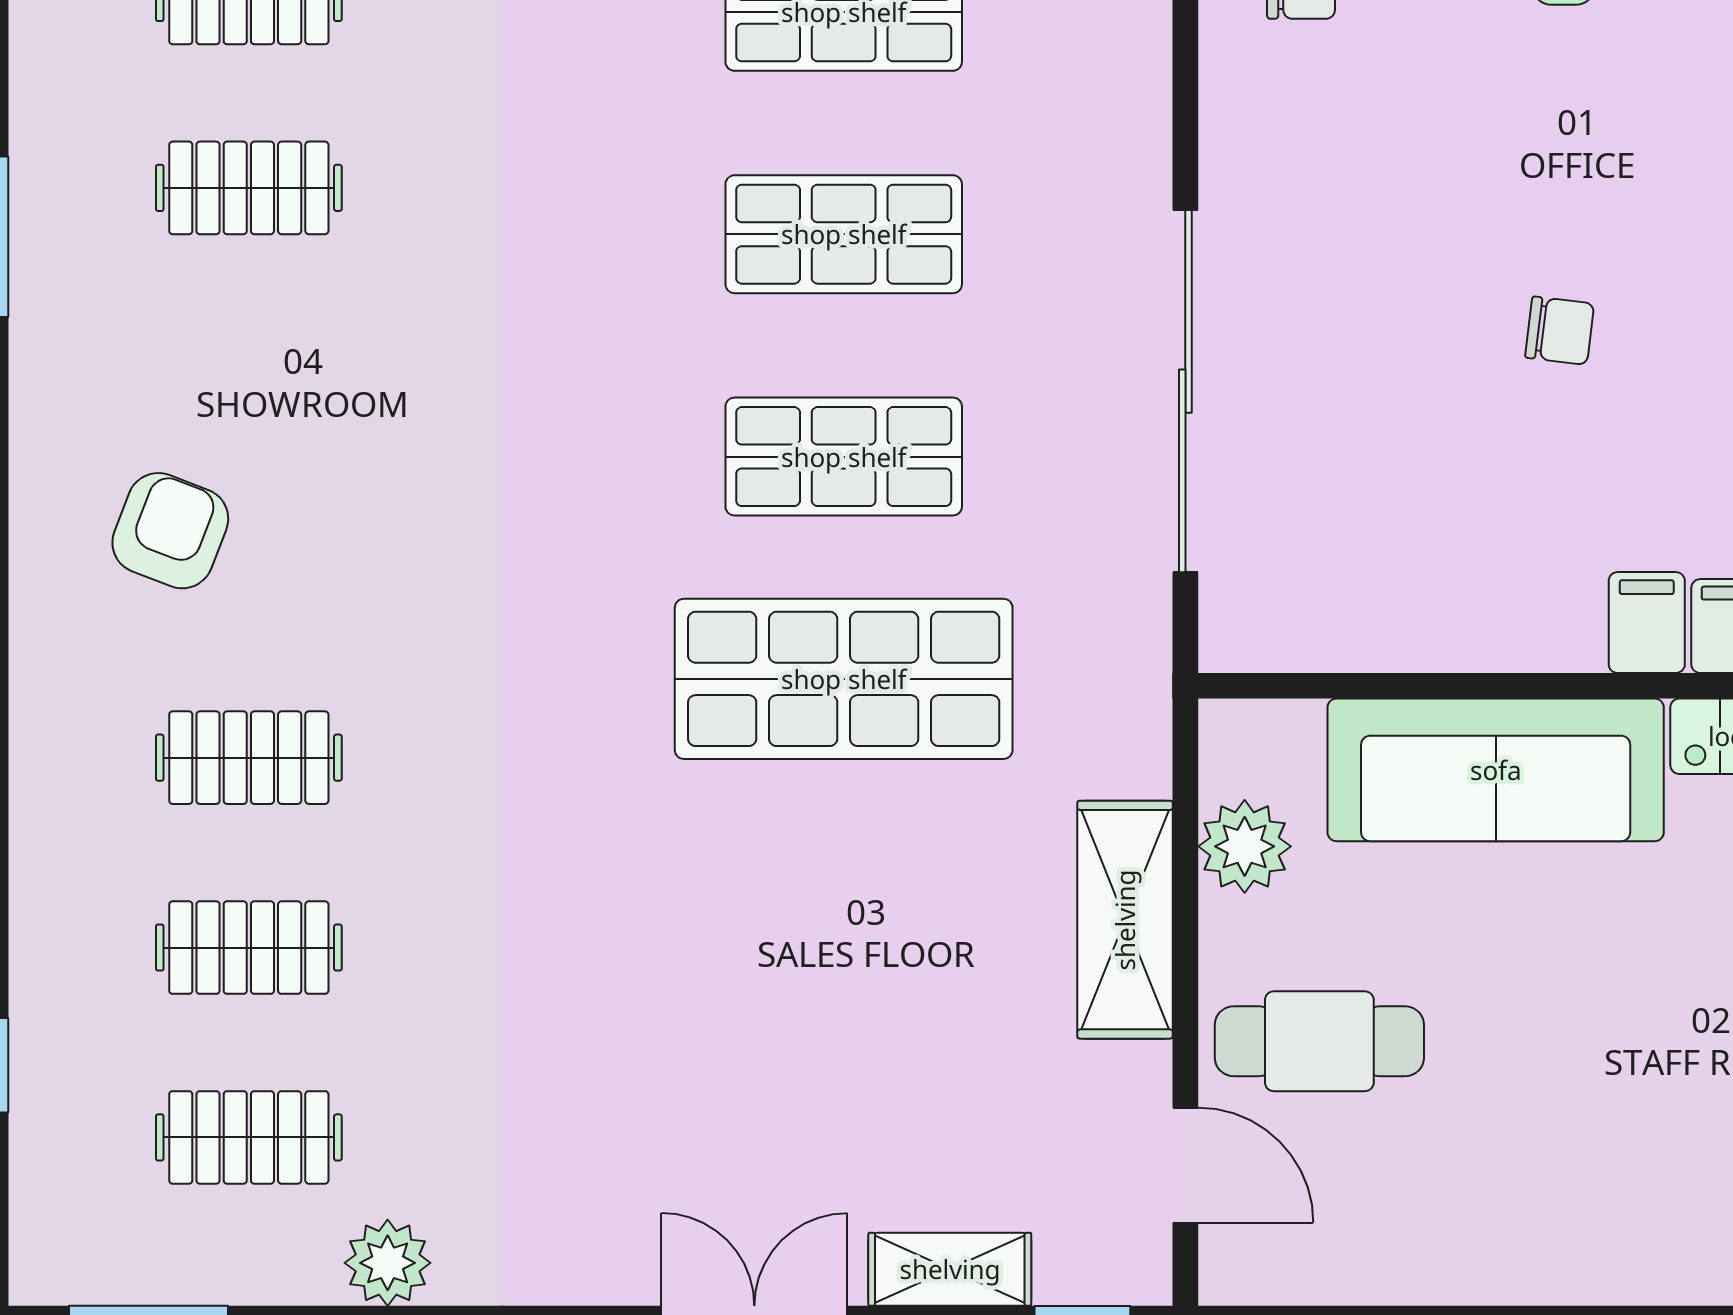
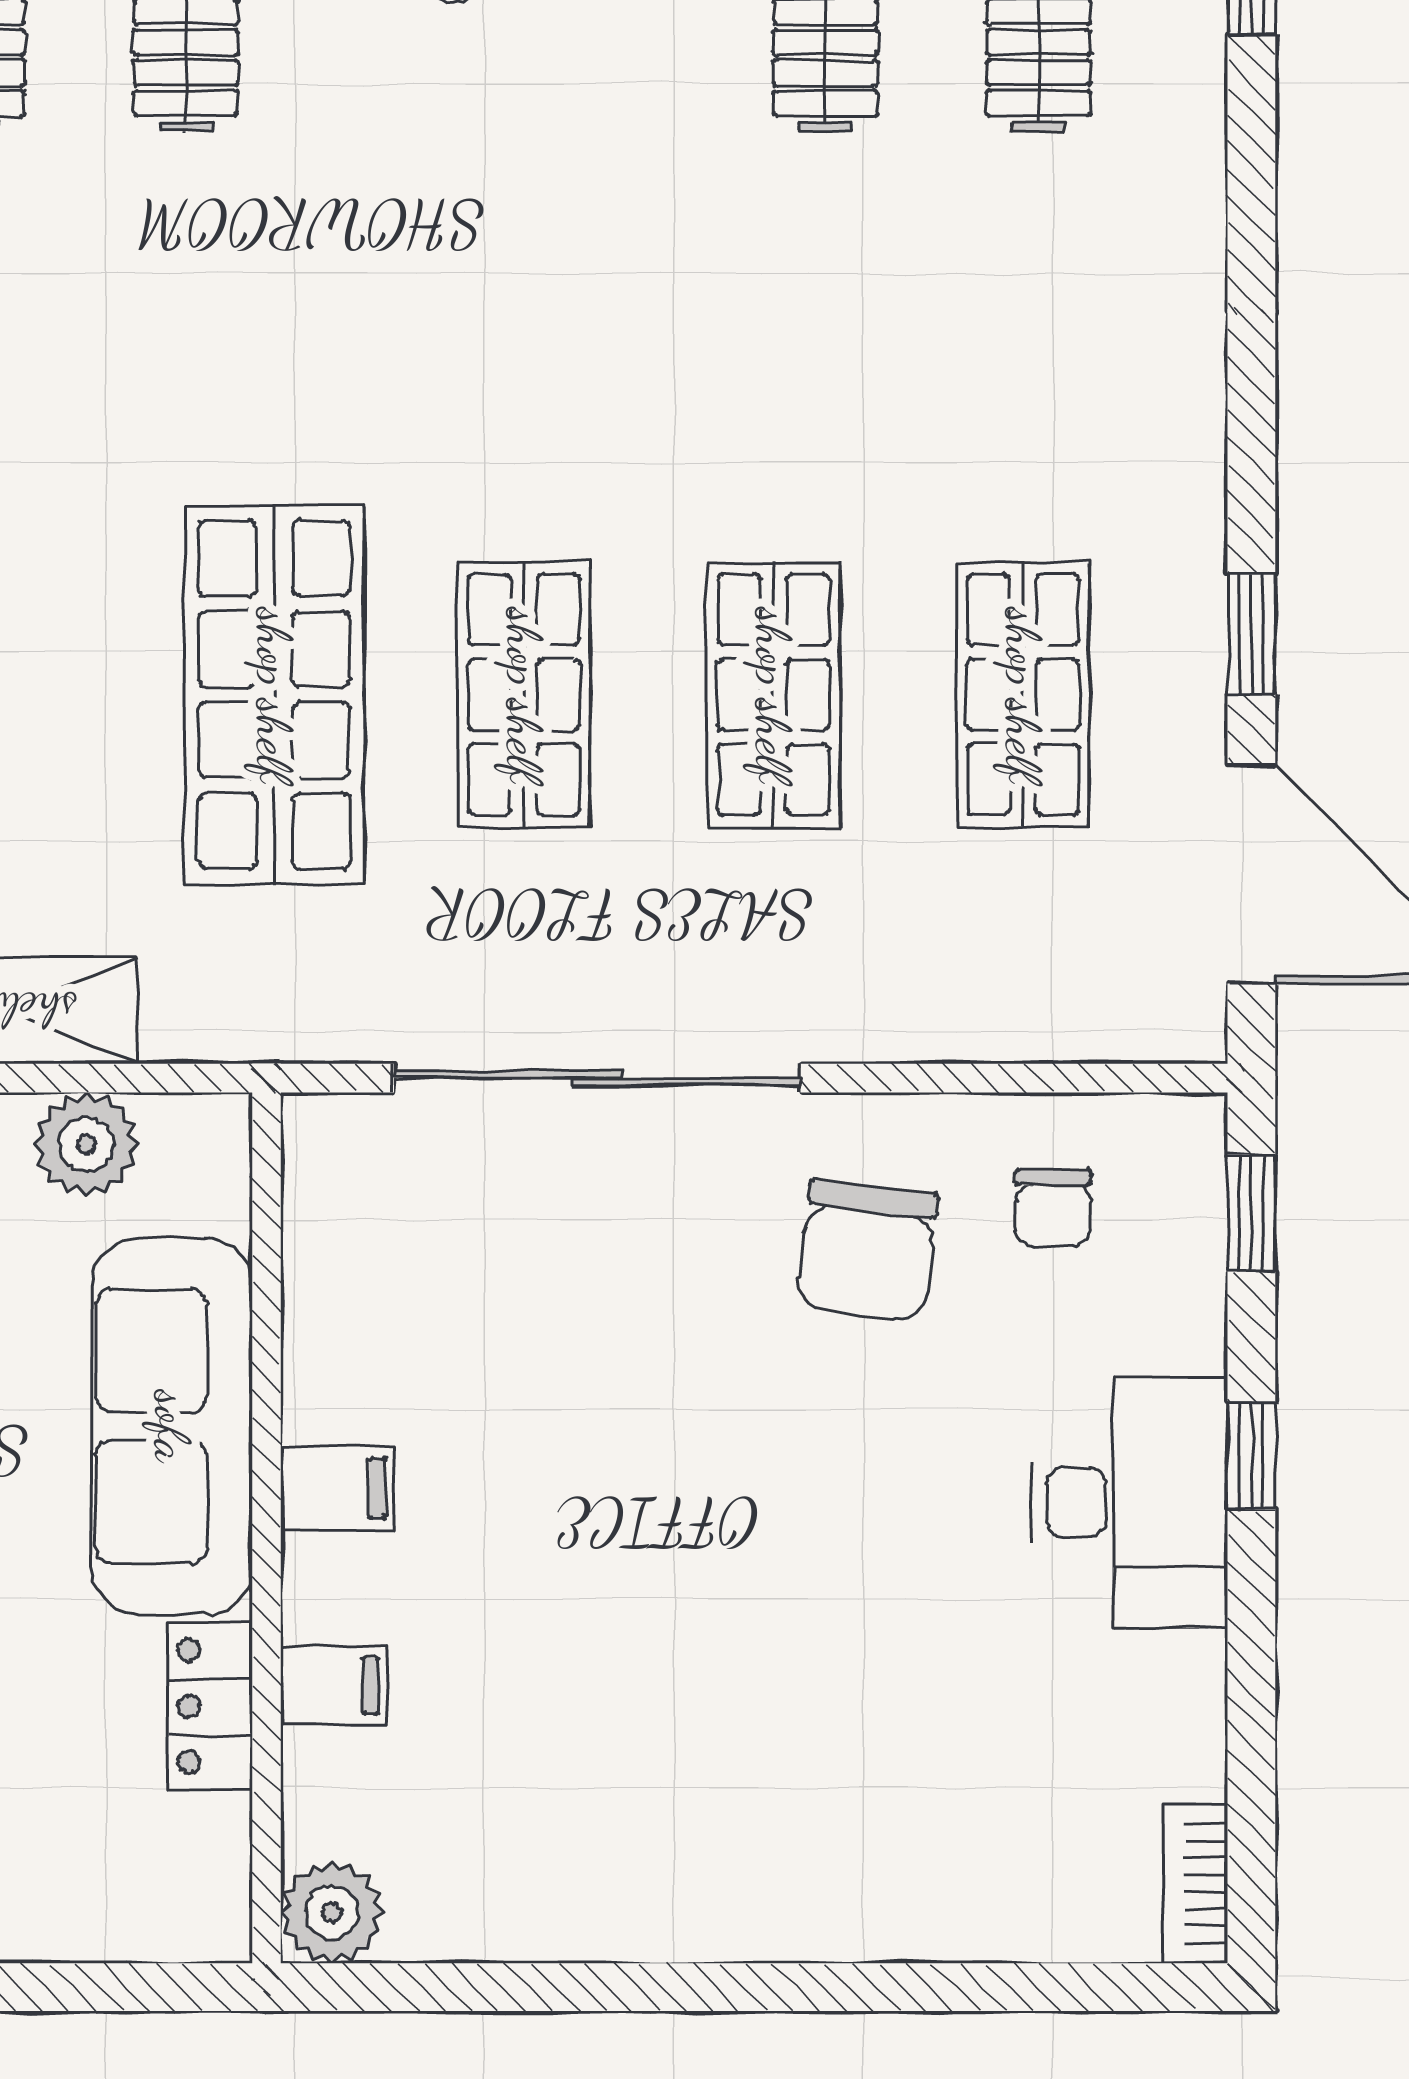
chair: (1560, 331) -> (867, 1250), moved, width x1.87, depth x1.87
filing cabinet: (1647, 623) -> (338, 1488), moved

